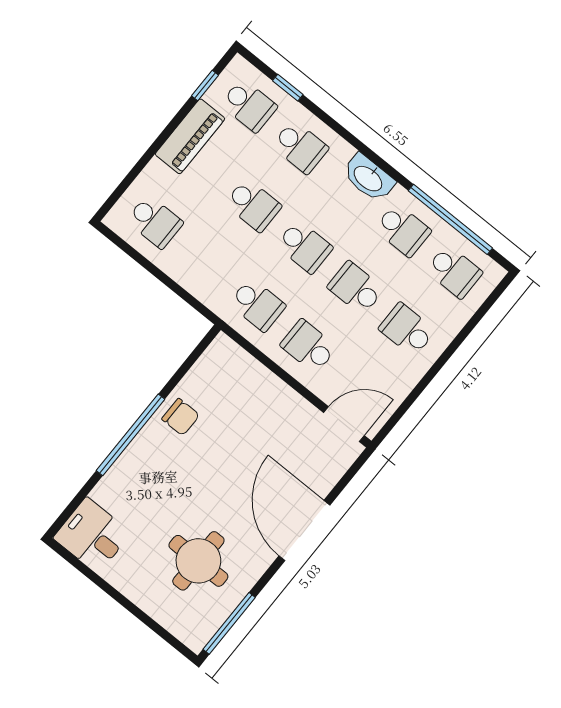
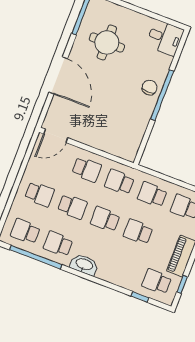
school desk: (300, 147) -> (152, 194), moved
chair: (181, 417) -> (149, 88), moved, turned 90

